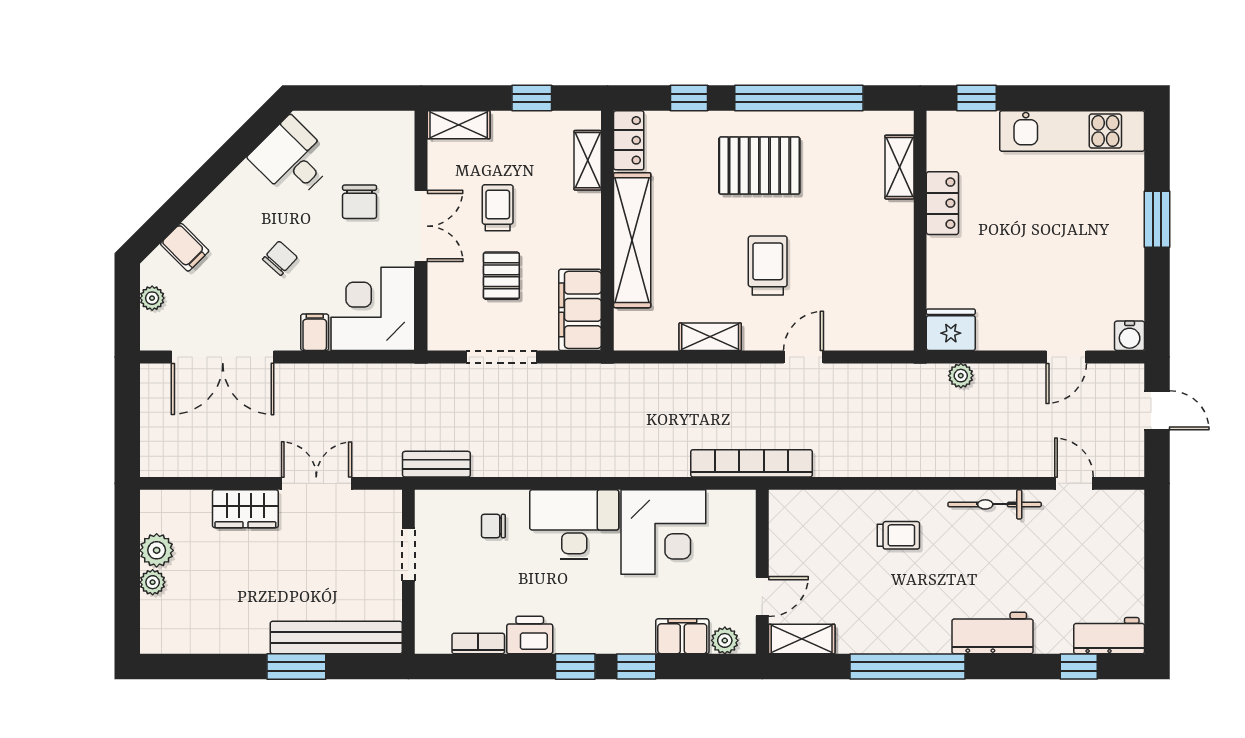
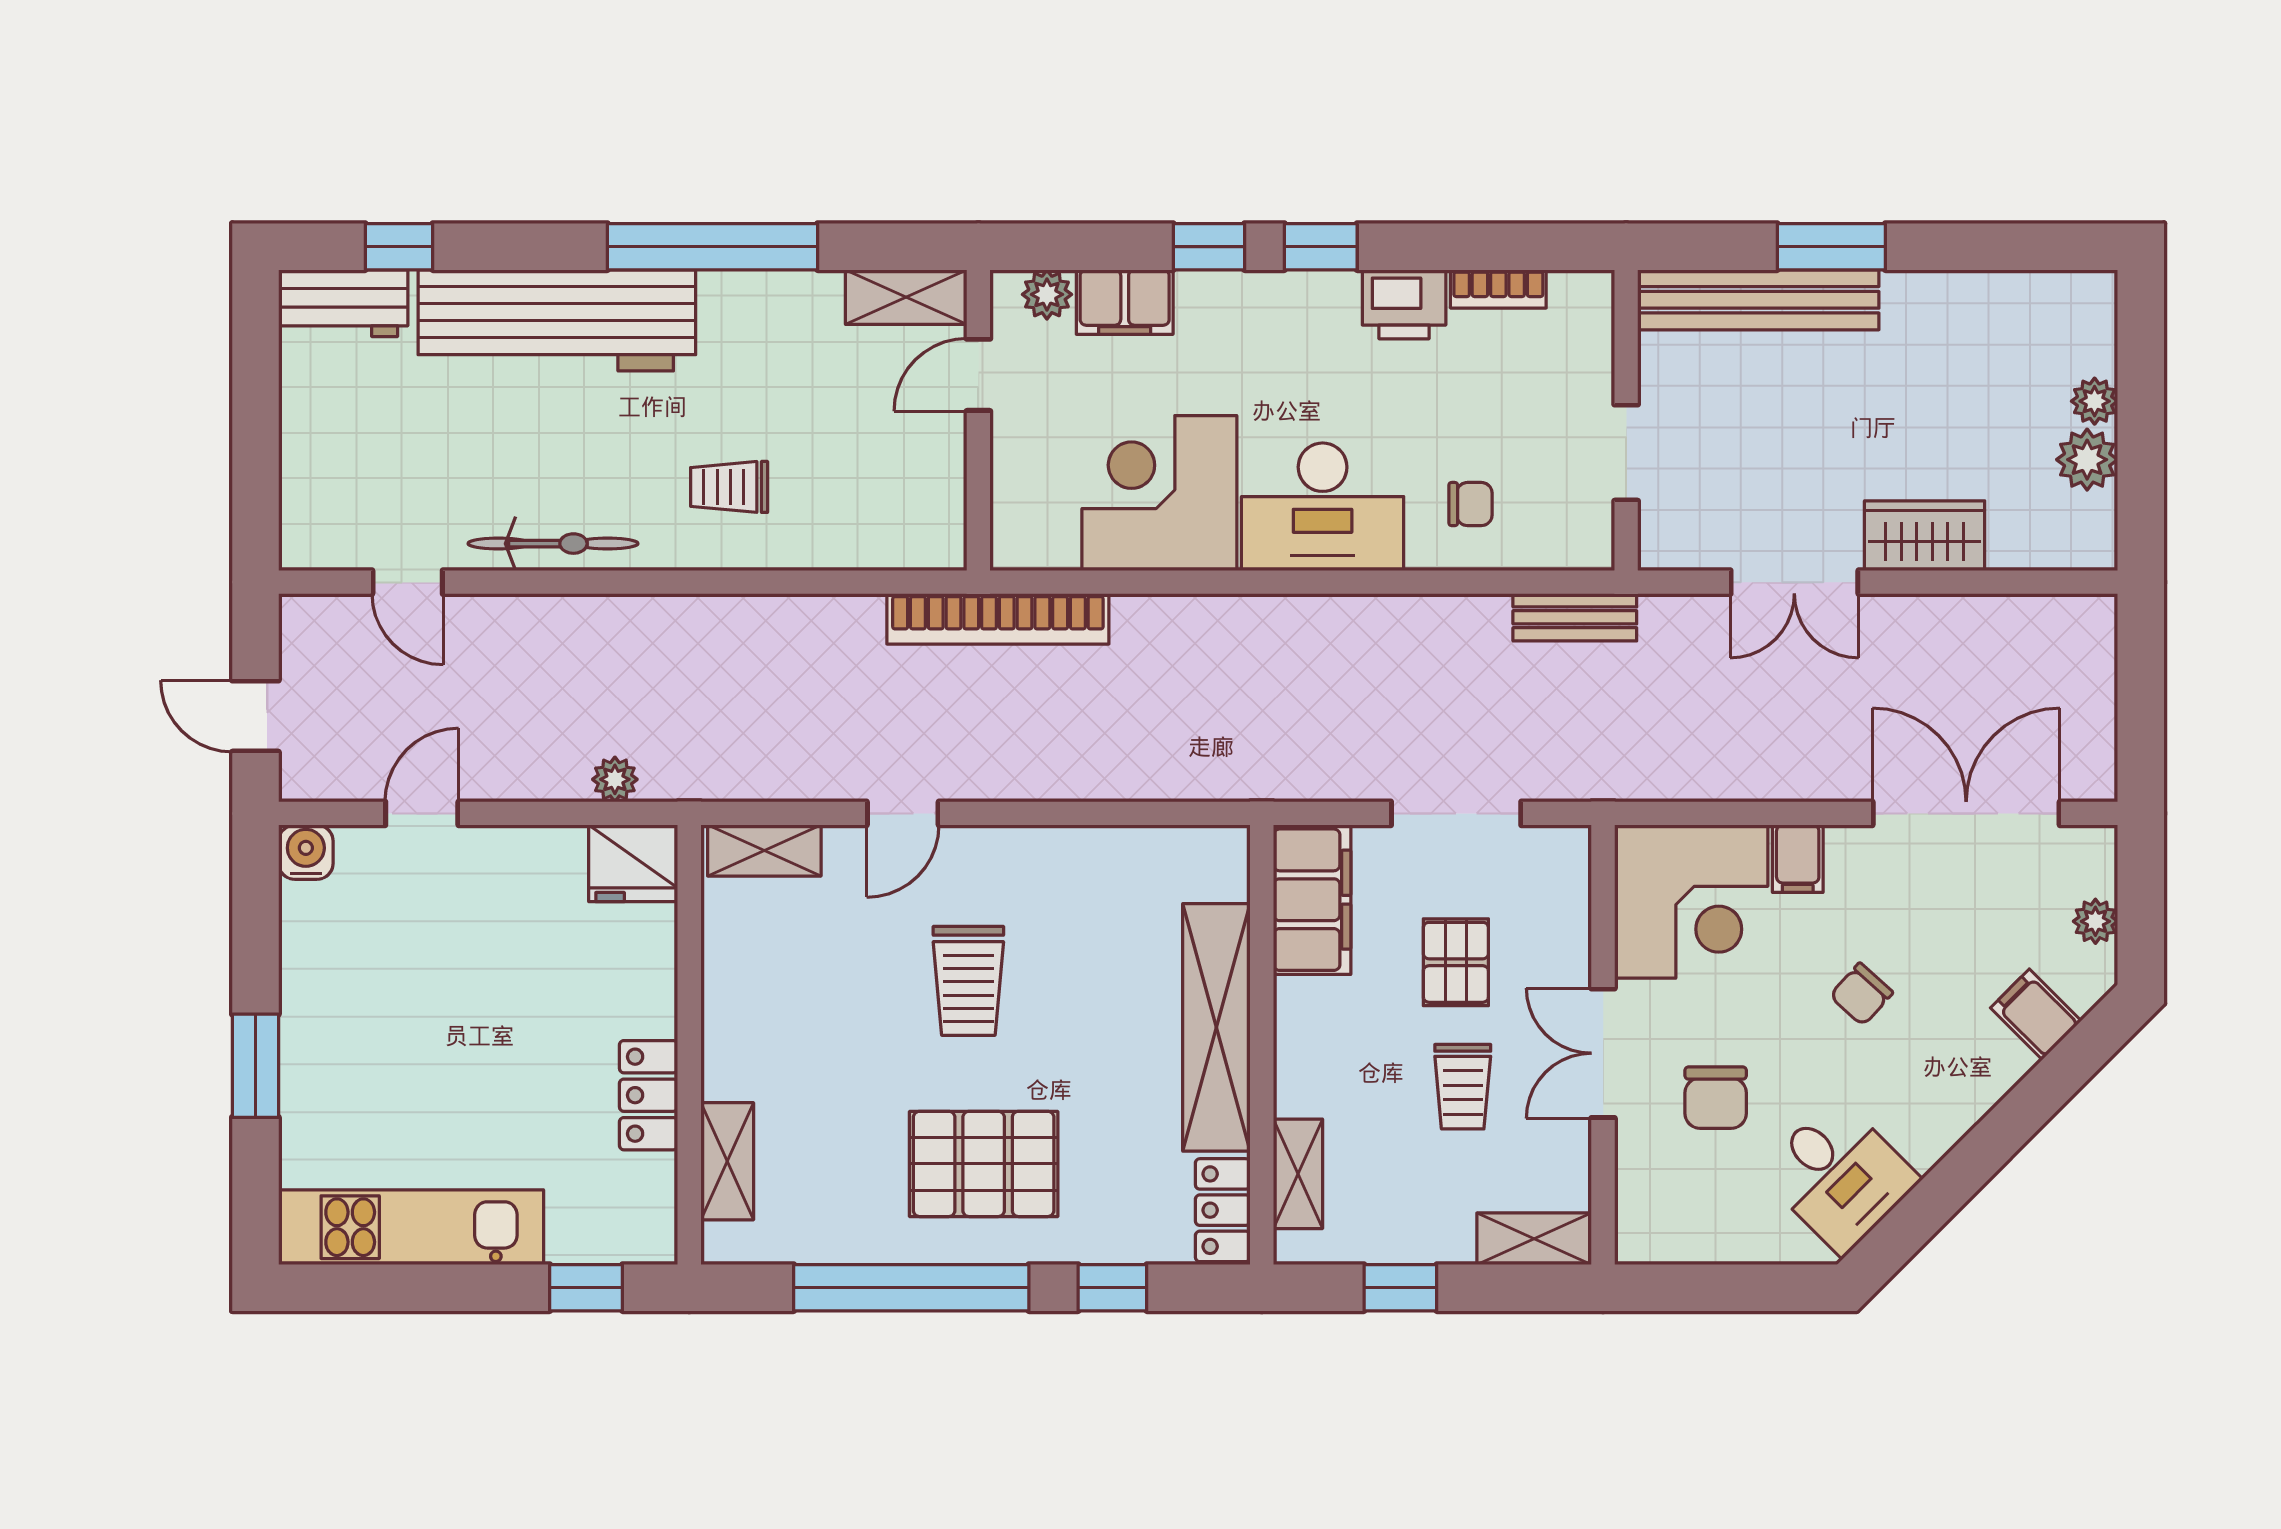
chair: (360, 202) -> (1716, 1098), turned 180
shelving: (710, 337) -> (764, 851), moved
workbench: (992, 633) -> (557, 320), width x1.88, depth x1.32

